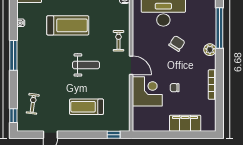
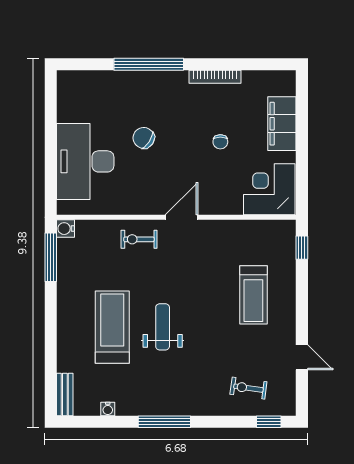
window: (219, 28) -> (149, 64), moved
plant: (210, 50) -> (154, 81), removed
weight bench: (86, 65) -> (163, 327), moved
corner desk: (147, 91) -> (269, 189), moved

